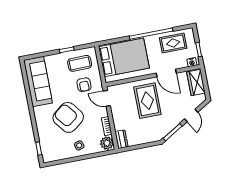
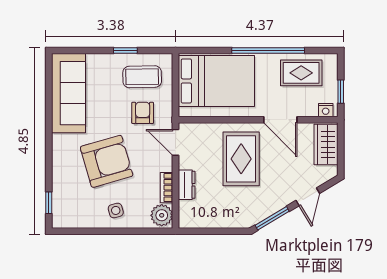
armchair: (84, 85) -> (143, 113), turned 180
armchair: (68, 117) -> (107, 161), turned 112
dresser: (121, 139) -> (187, 185), moved

